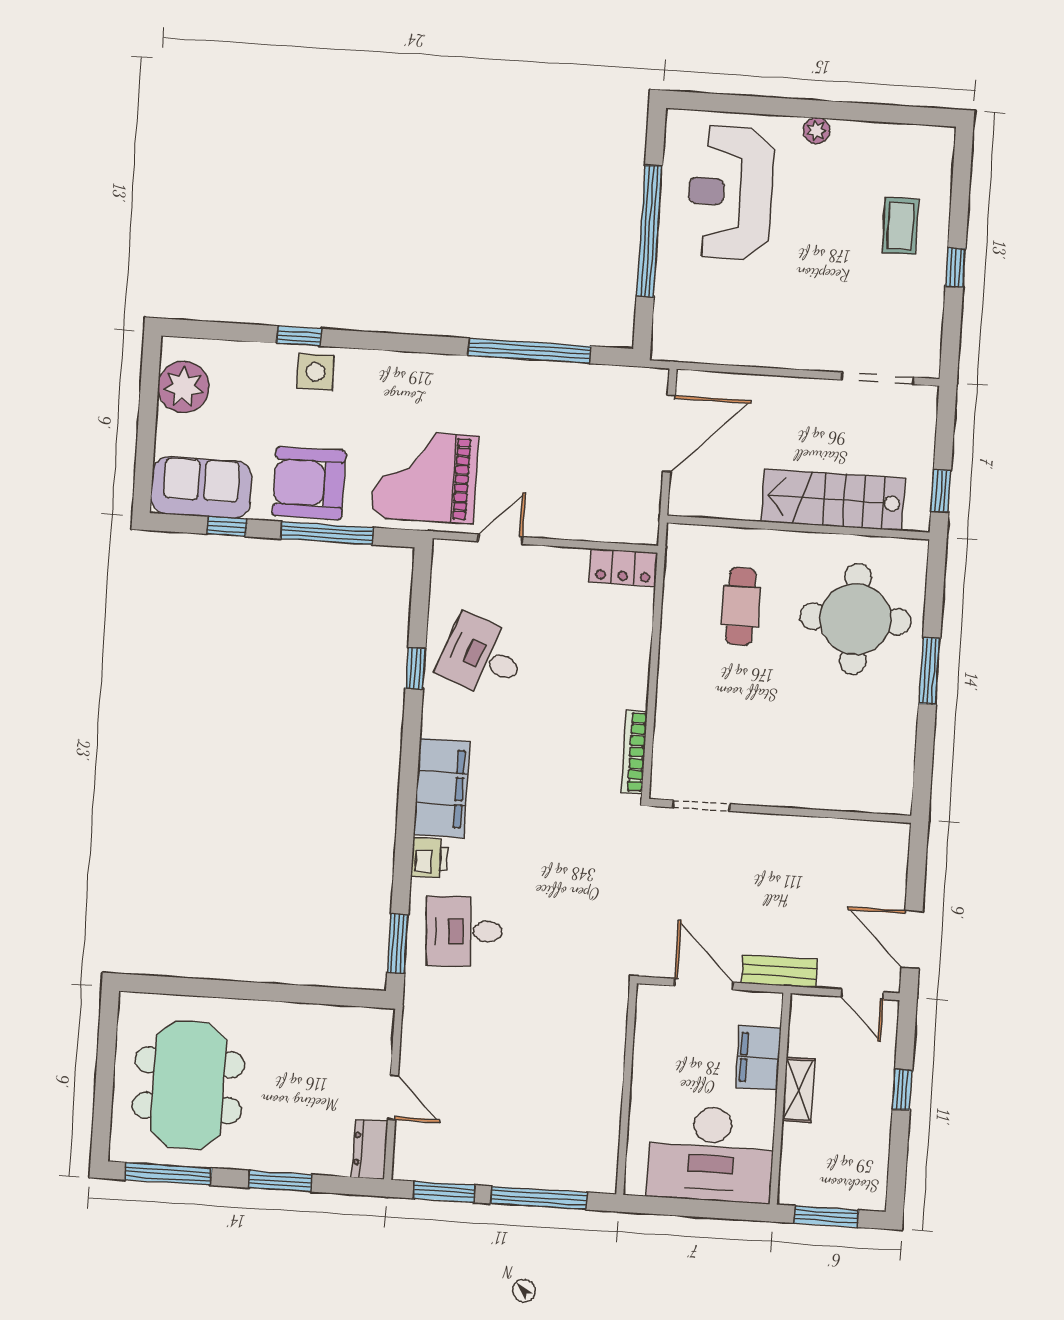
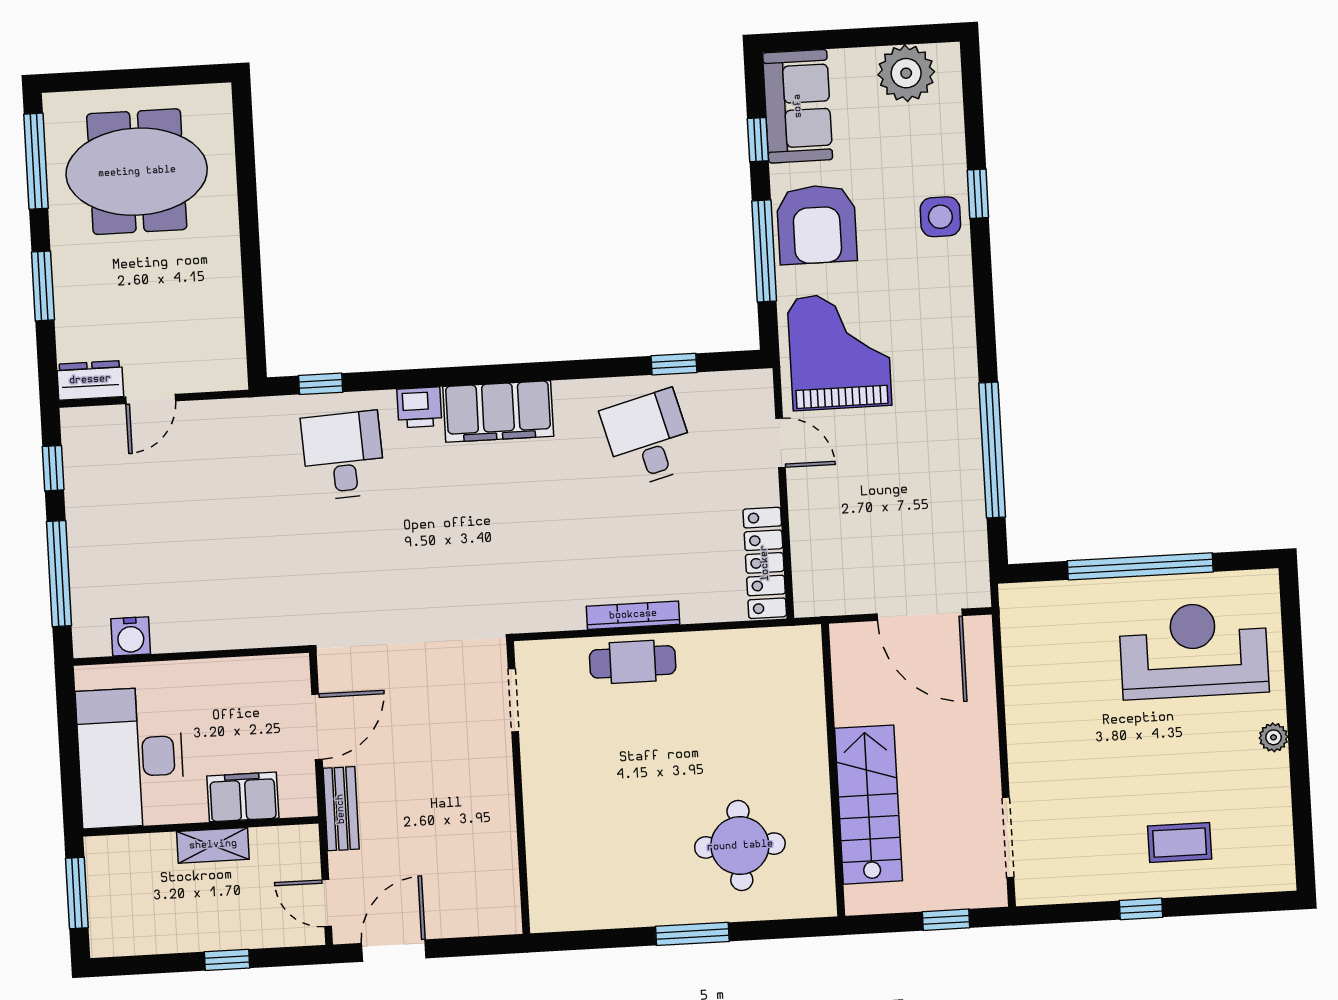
armchair: (309, 483) -> (817, 224), turned 180
window: (941, 491) -> (946, 920), moved
locker: (623, 567) -> (765, 563), width x1.53
cafe table: (741, 606) -> (633, 662), moved
round table: (856, 619) -> (740, 846), width x0.73, depth x0.73
desk: (482, 657) -> (648, 438), turned -36
window: (416, 668) -> (674, 364), moved
bookcase: (634, 752) -> (633, 615), moved
window: (398, 944) -> (321, 384), width x0.67
door: (862, 994) -> (327, 903), hinge flipped
water cooler: (603, 1141) -> (131, 636), added
window: (444, 1192) -> (53, 468), width x0.67

